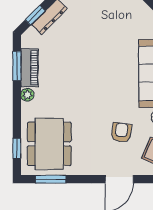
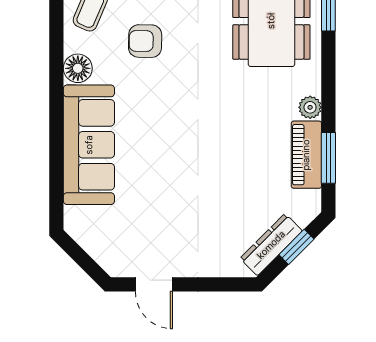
armchair: (121, 132) -> (145, 41), turned 83

